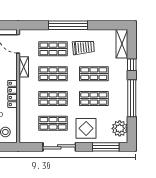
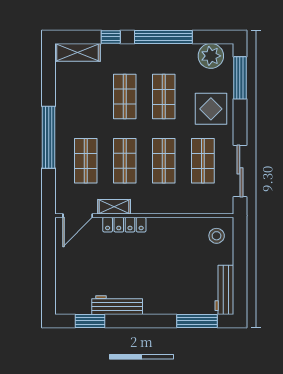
trolley: (83, 47) -> (83, 113), removed
locker: (12, 94) -> (124, 225), moved
sliding door: (59, 147) -> (240, 171), moved

